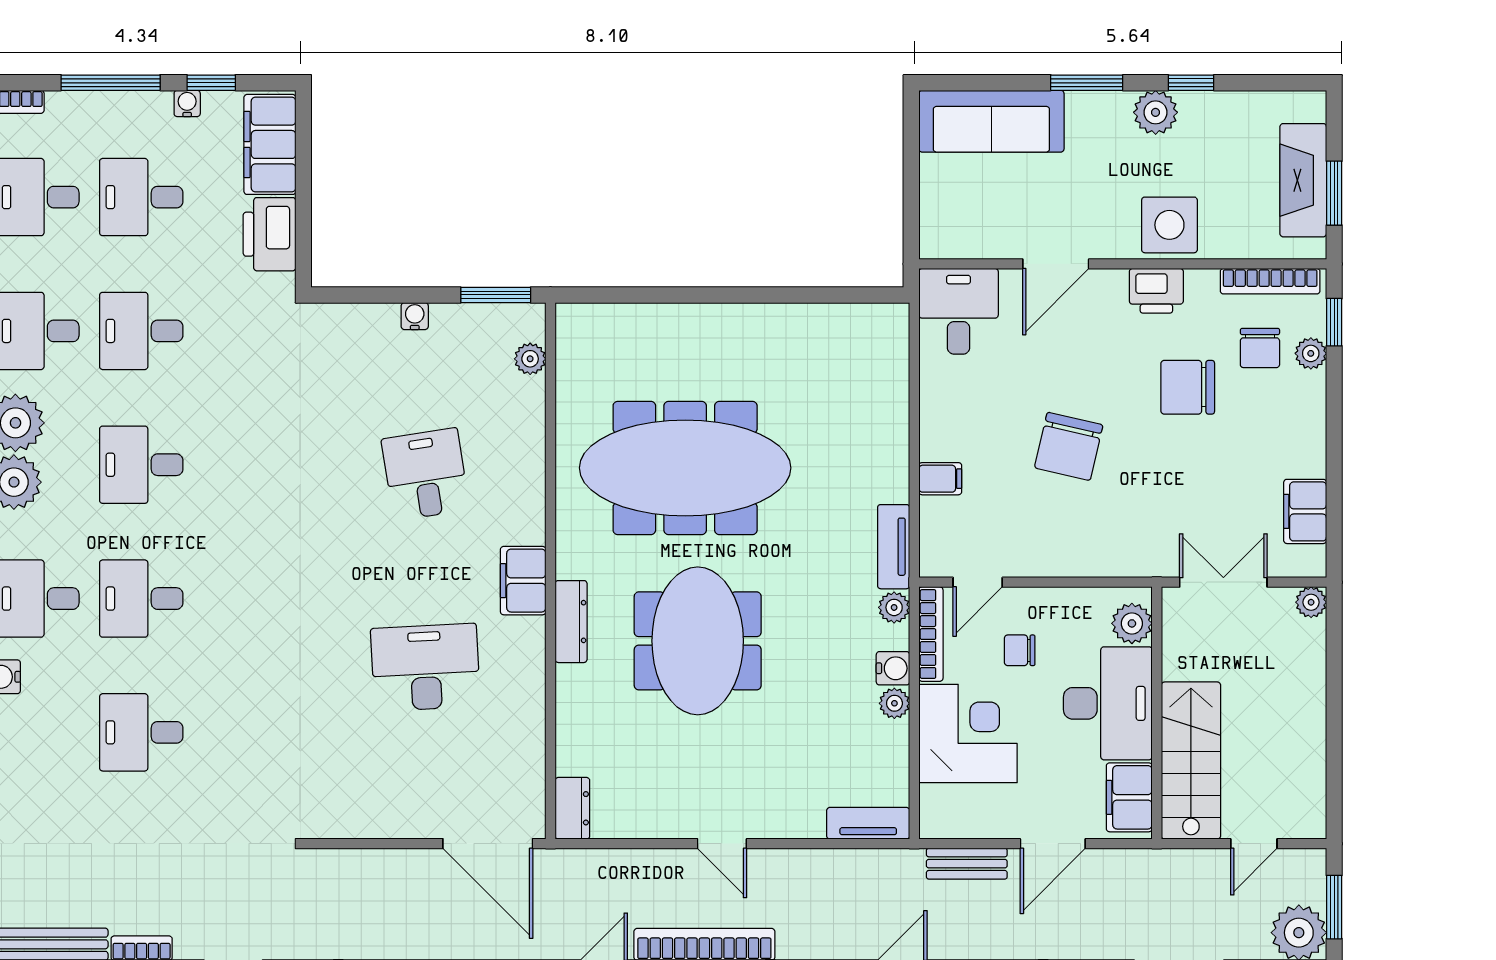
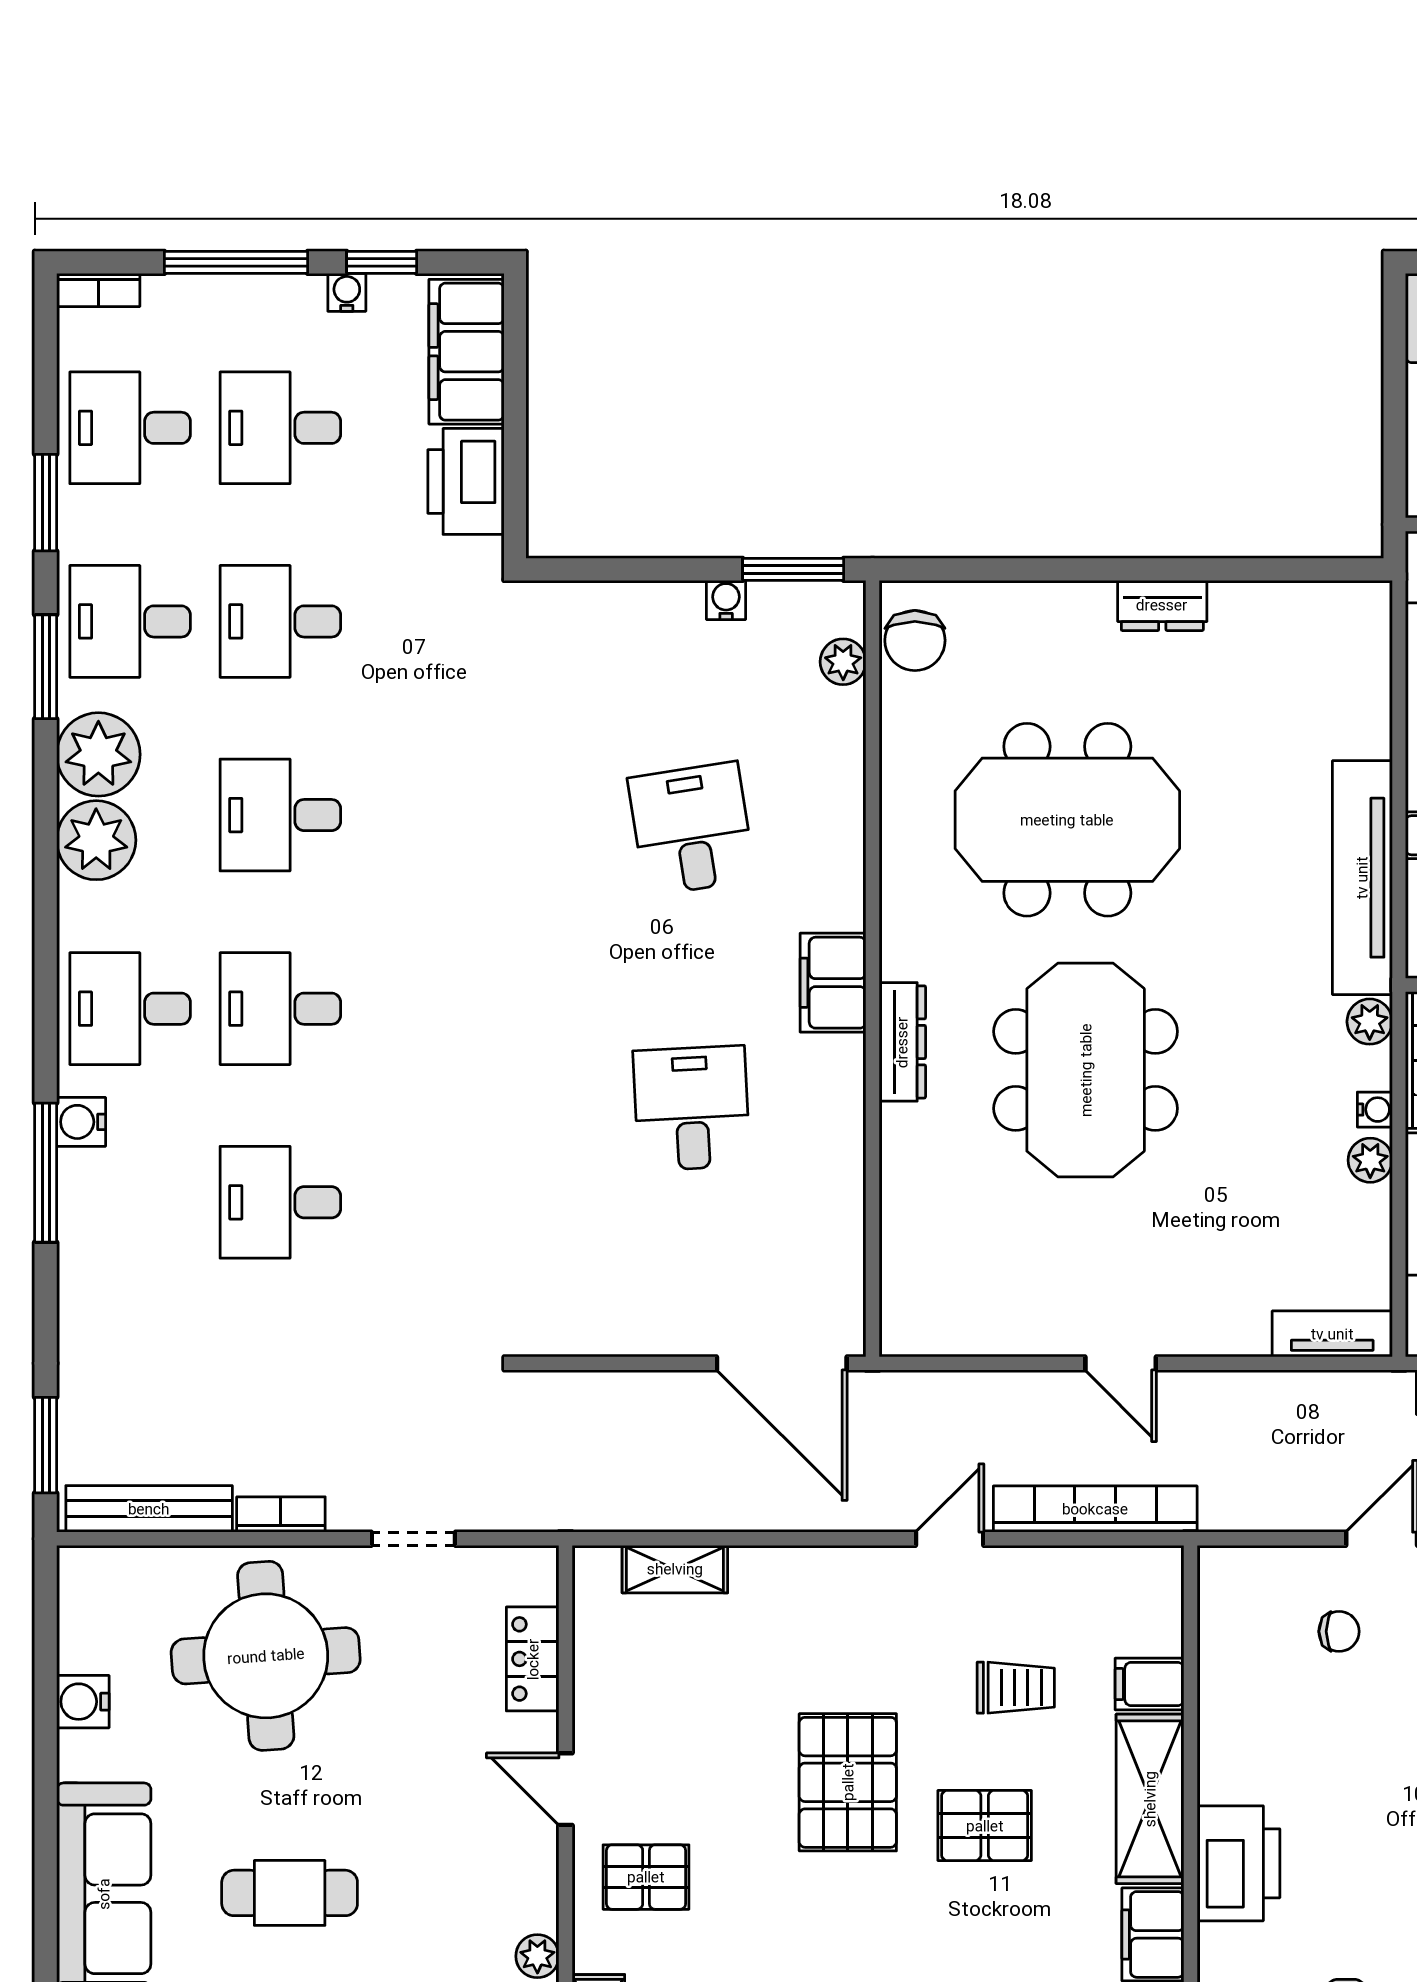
water cooler: (415, 316) -> (726, 600), moved
chair: (580, 344) -> (915, 640), added
meeting table: (685, 468) -> (1067, 820), width x0.73
tv unit: (894, 547) -> (1362, 878), width x1.92, depth x1.29
desk: (425, 667) -> (692, 1108), width x0.73
water cooler: (893, 668) -> (1375, 1110), width x0.72, depth x0.72
dresser: (572, 808) -> (1162, 605), moved, turned 90

